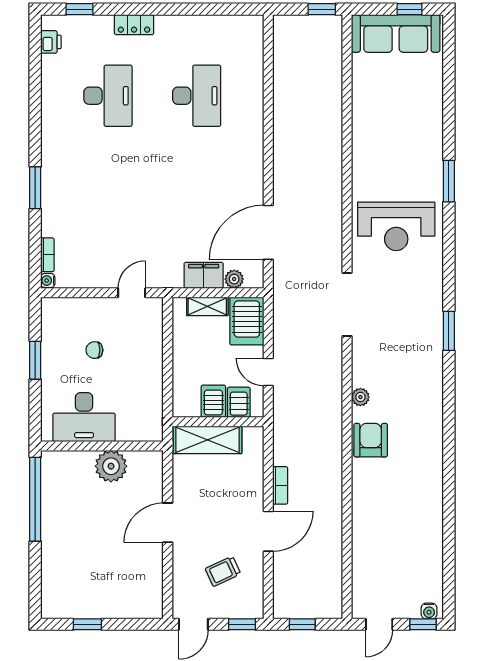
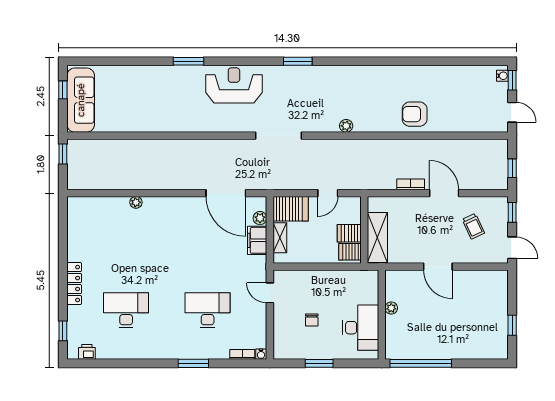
locker: (134, 25) -> (74, 284), width x1.53
desk: (197, 96) -> (208, 310), moved
plant: (256, 109) -> (136, 202), added
reception desk: (396, 226) -> (234, 85), moved, turned -90
server rack: (239, 402) -> (350, 252), moved
armchair: (371, 440) -> (415, 114), moved
plant: (111, 466) -> (391, 308), width x0.53, depth x0.53

